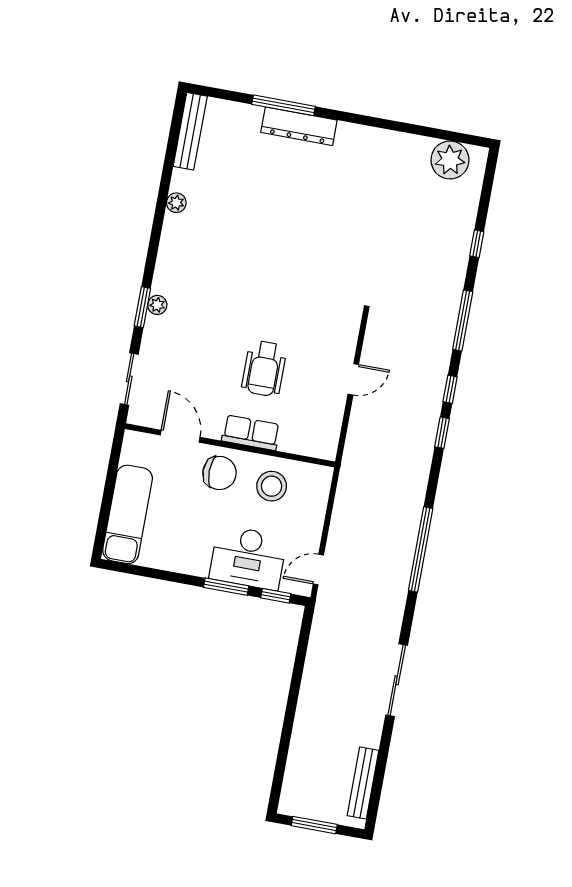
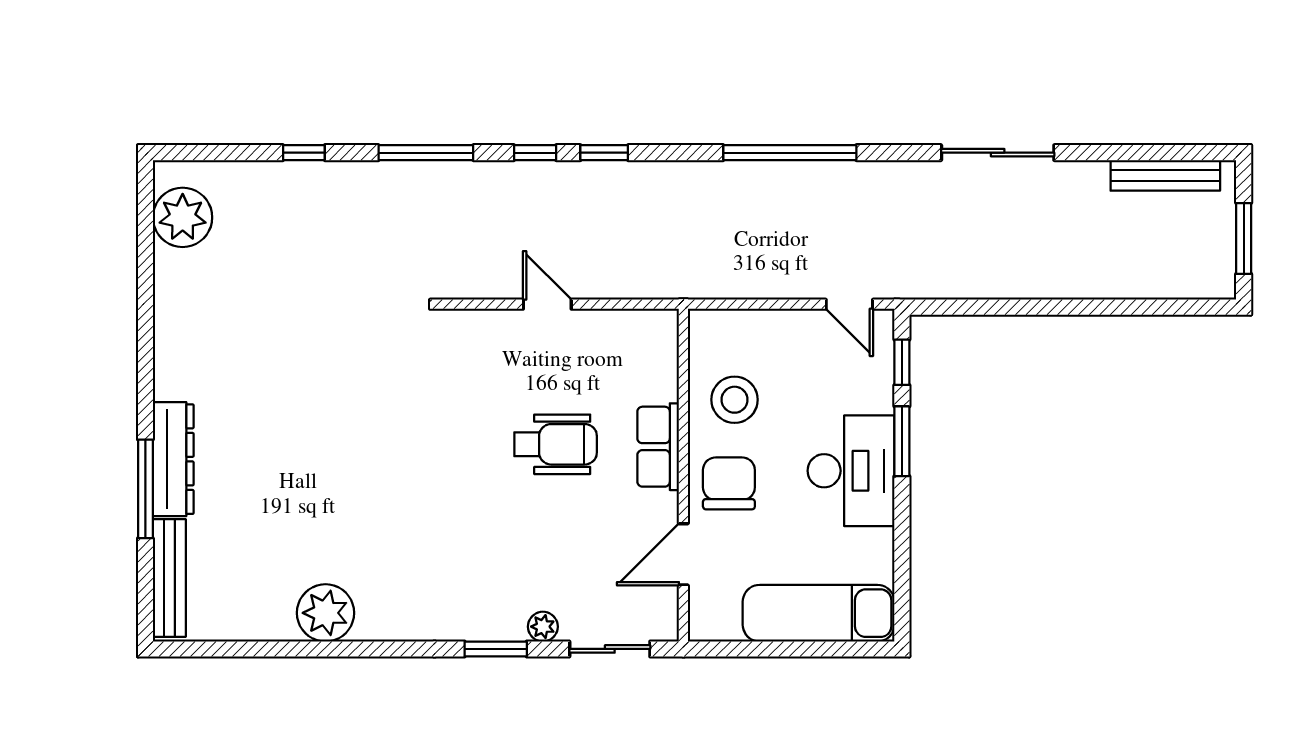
bench: (190, 131) -> (169, 578), moved, turned 90
plant: (176, 203) -> (326, 613), width x1.88, depth x1.88
plant: (157, 305) -> (543, 627), moved
desk: (248, 558) -> (851, 471), moved

